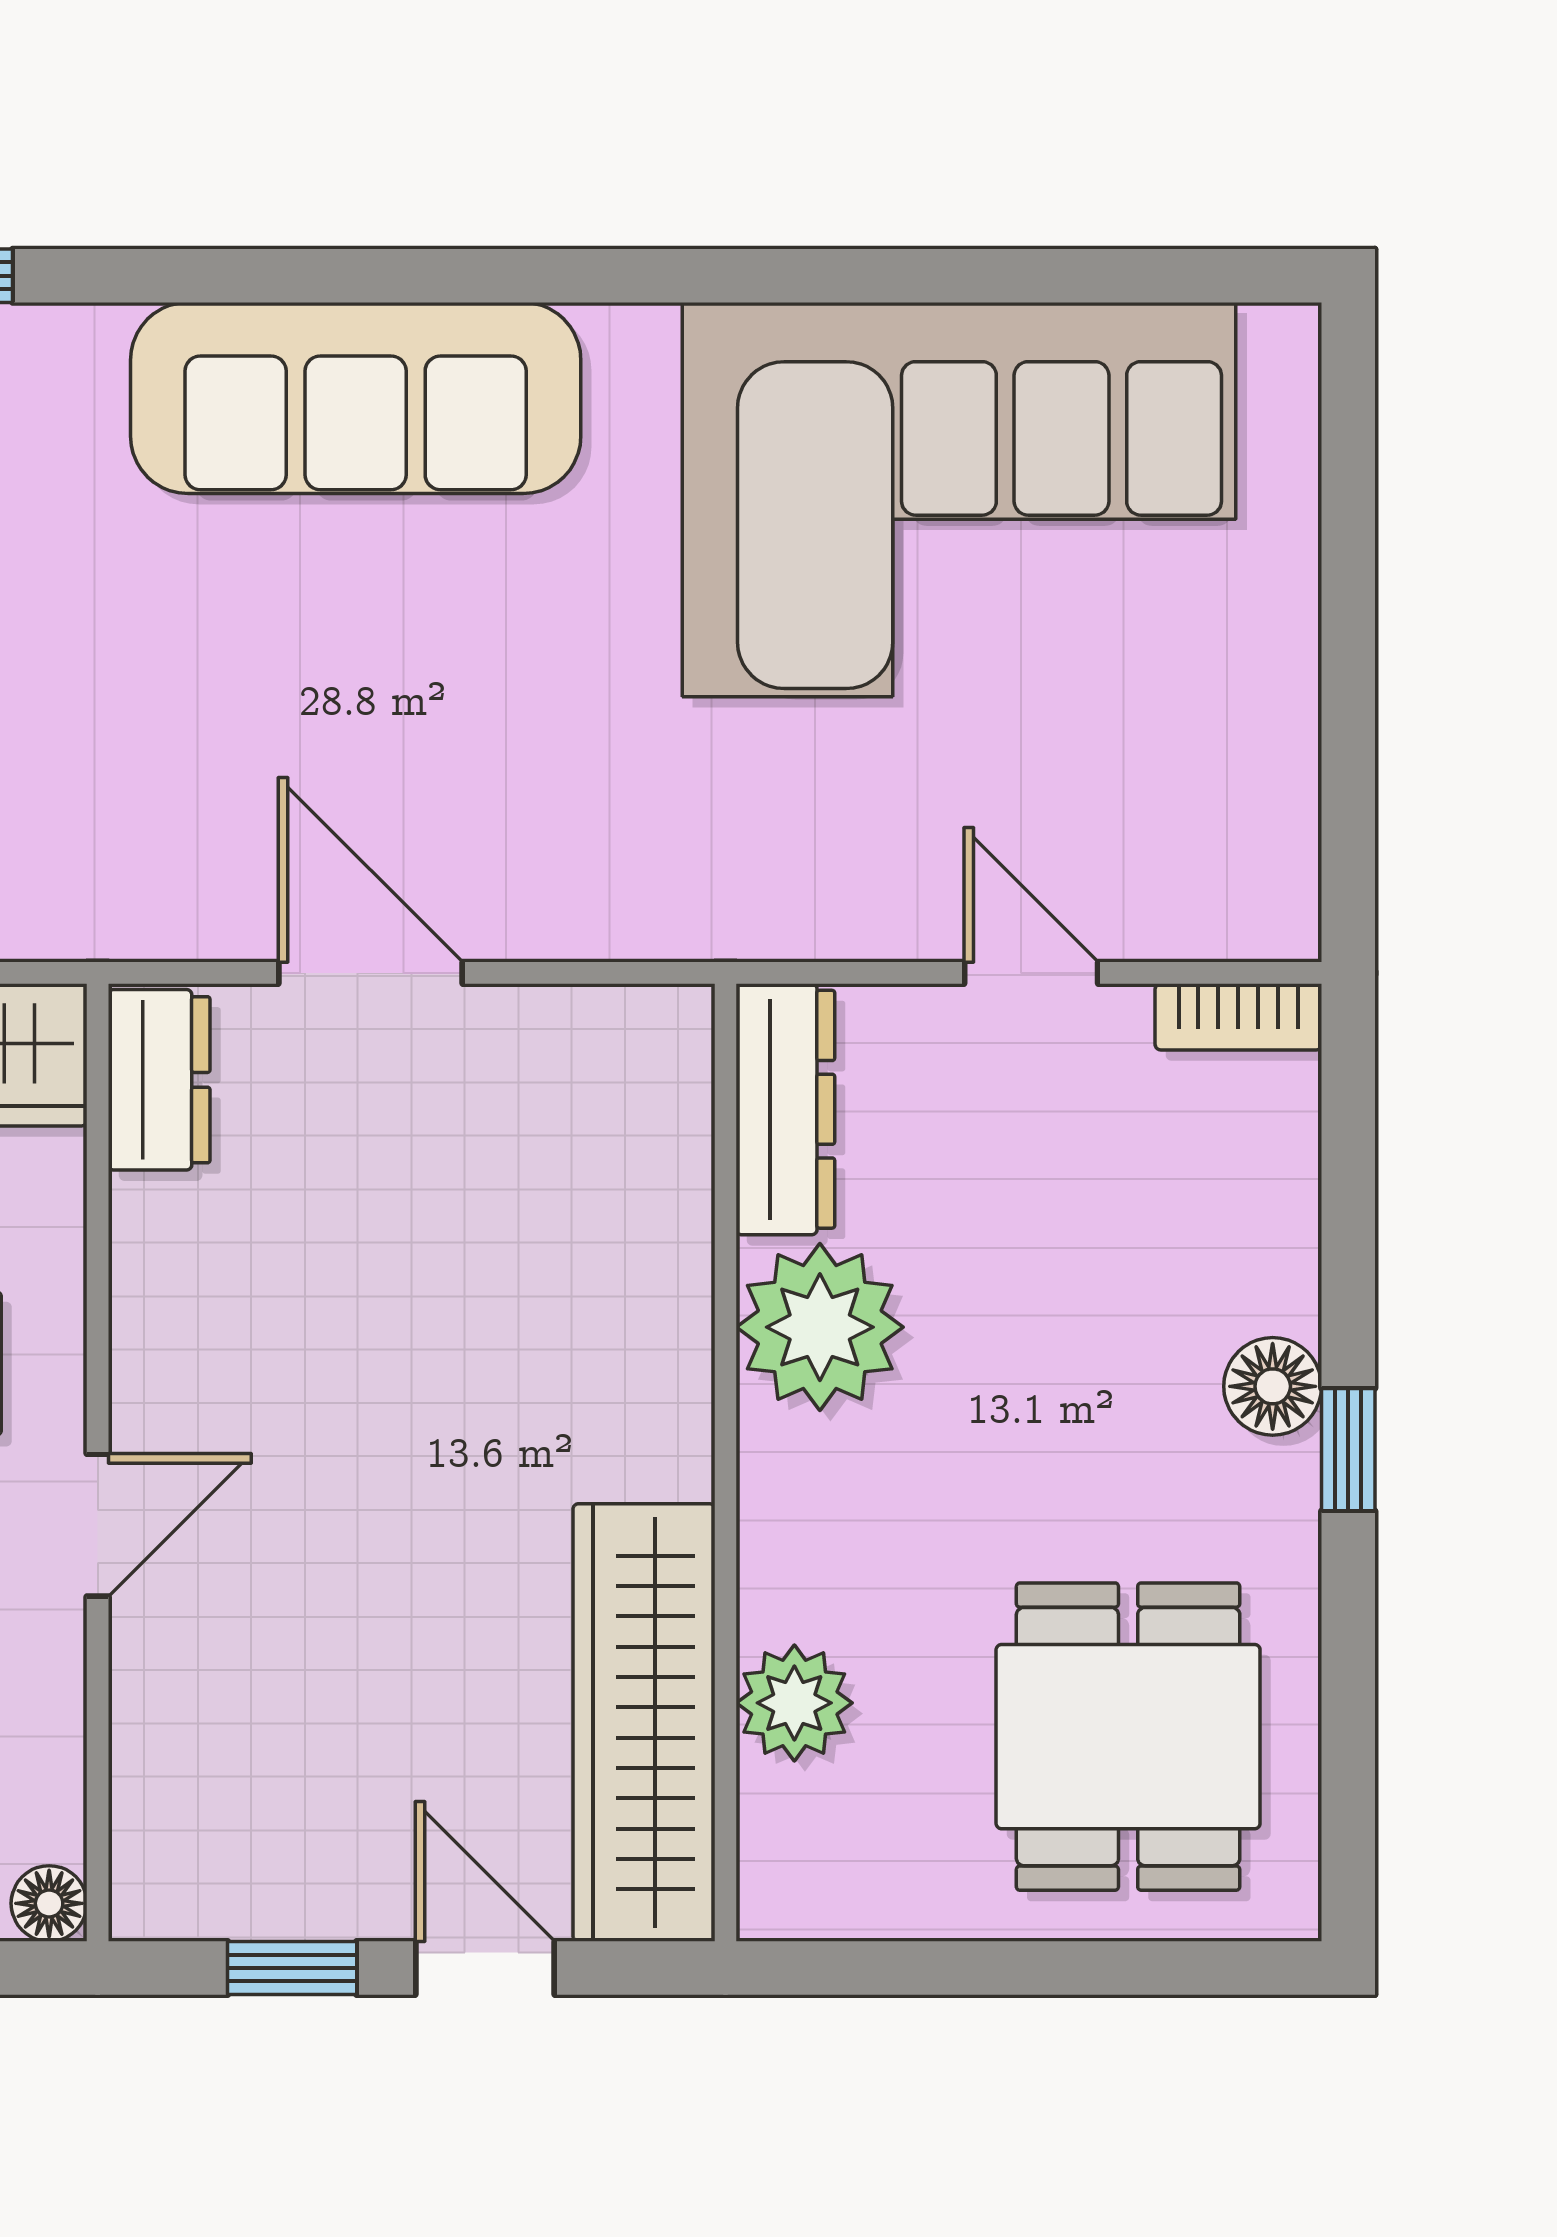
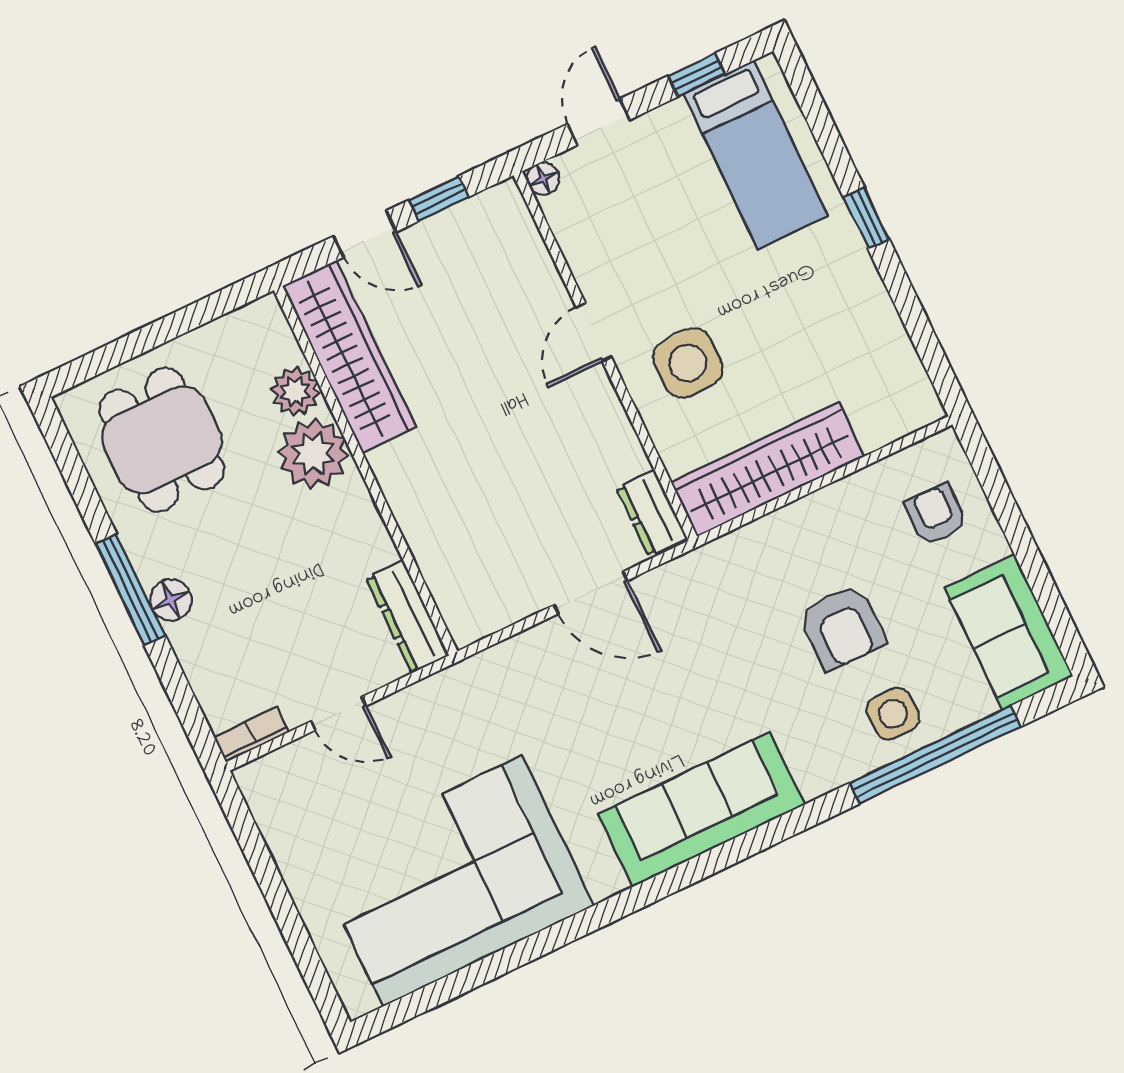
plant: (820, 1327) -> (313, 454), moved
window: (1348, 1450) -> (130, 590), width x2.17

